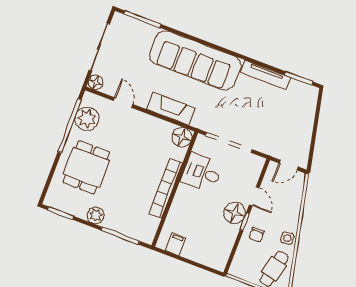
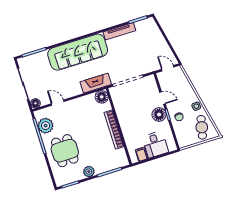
fireplace: (171, 109) -> (96, 83), moved
door: (289, 165) -> (168, 68), swing flipped
desk: (202, 173) -> (155, 144), moved, turned -90

